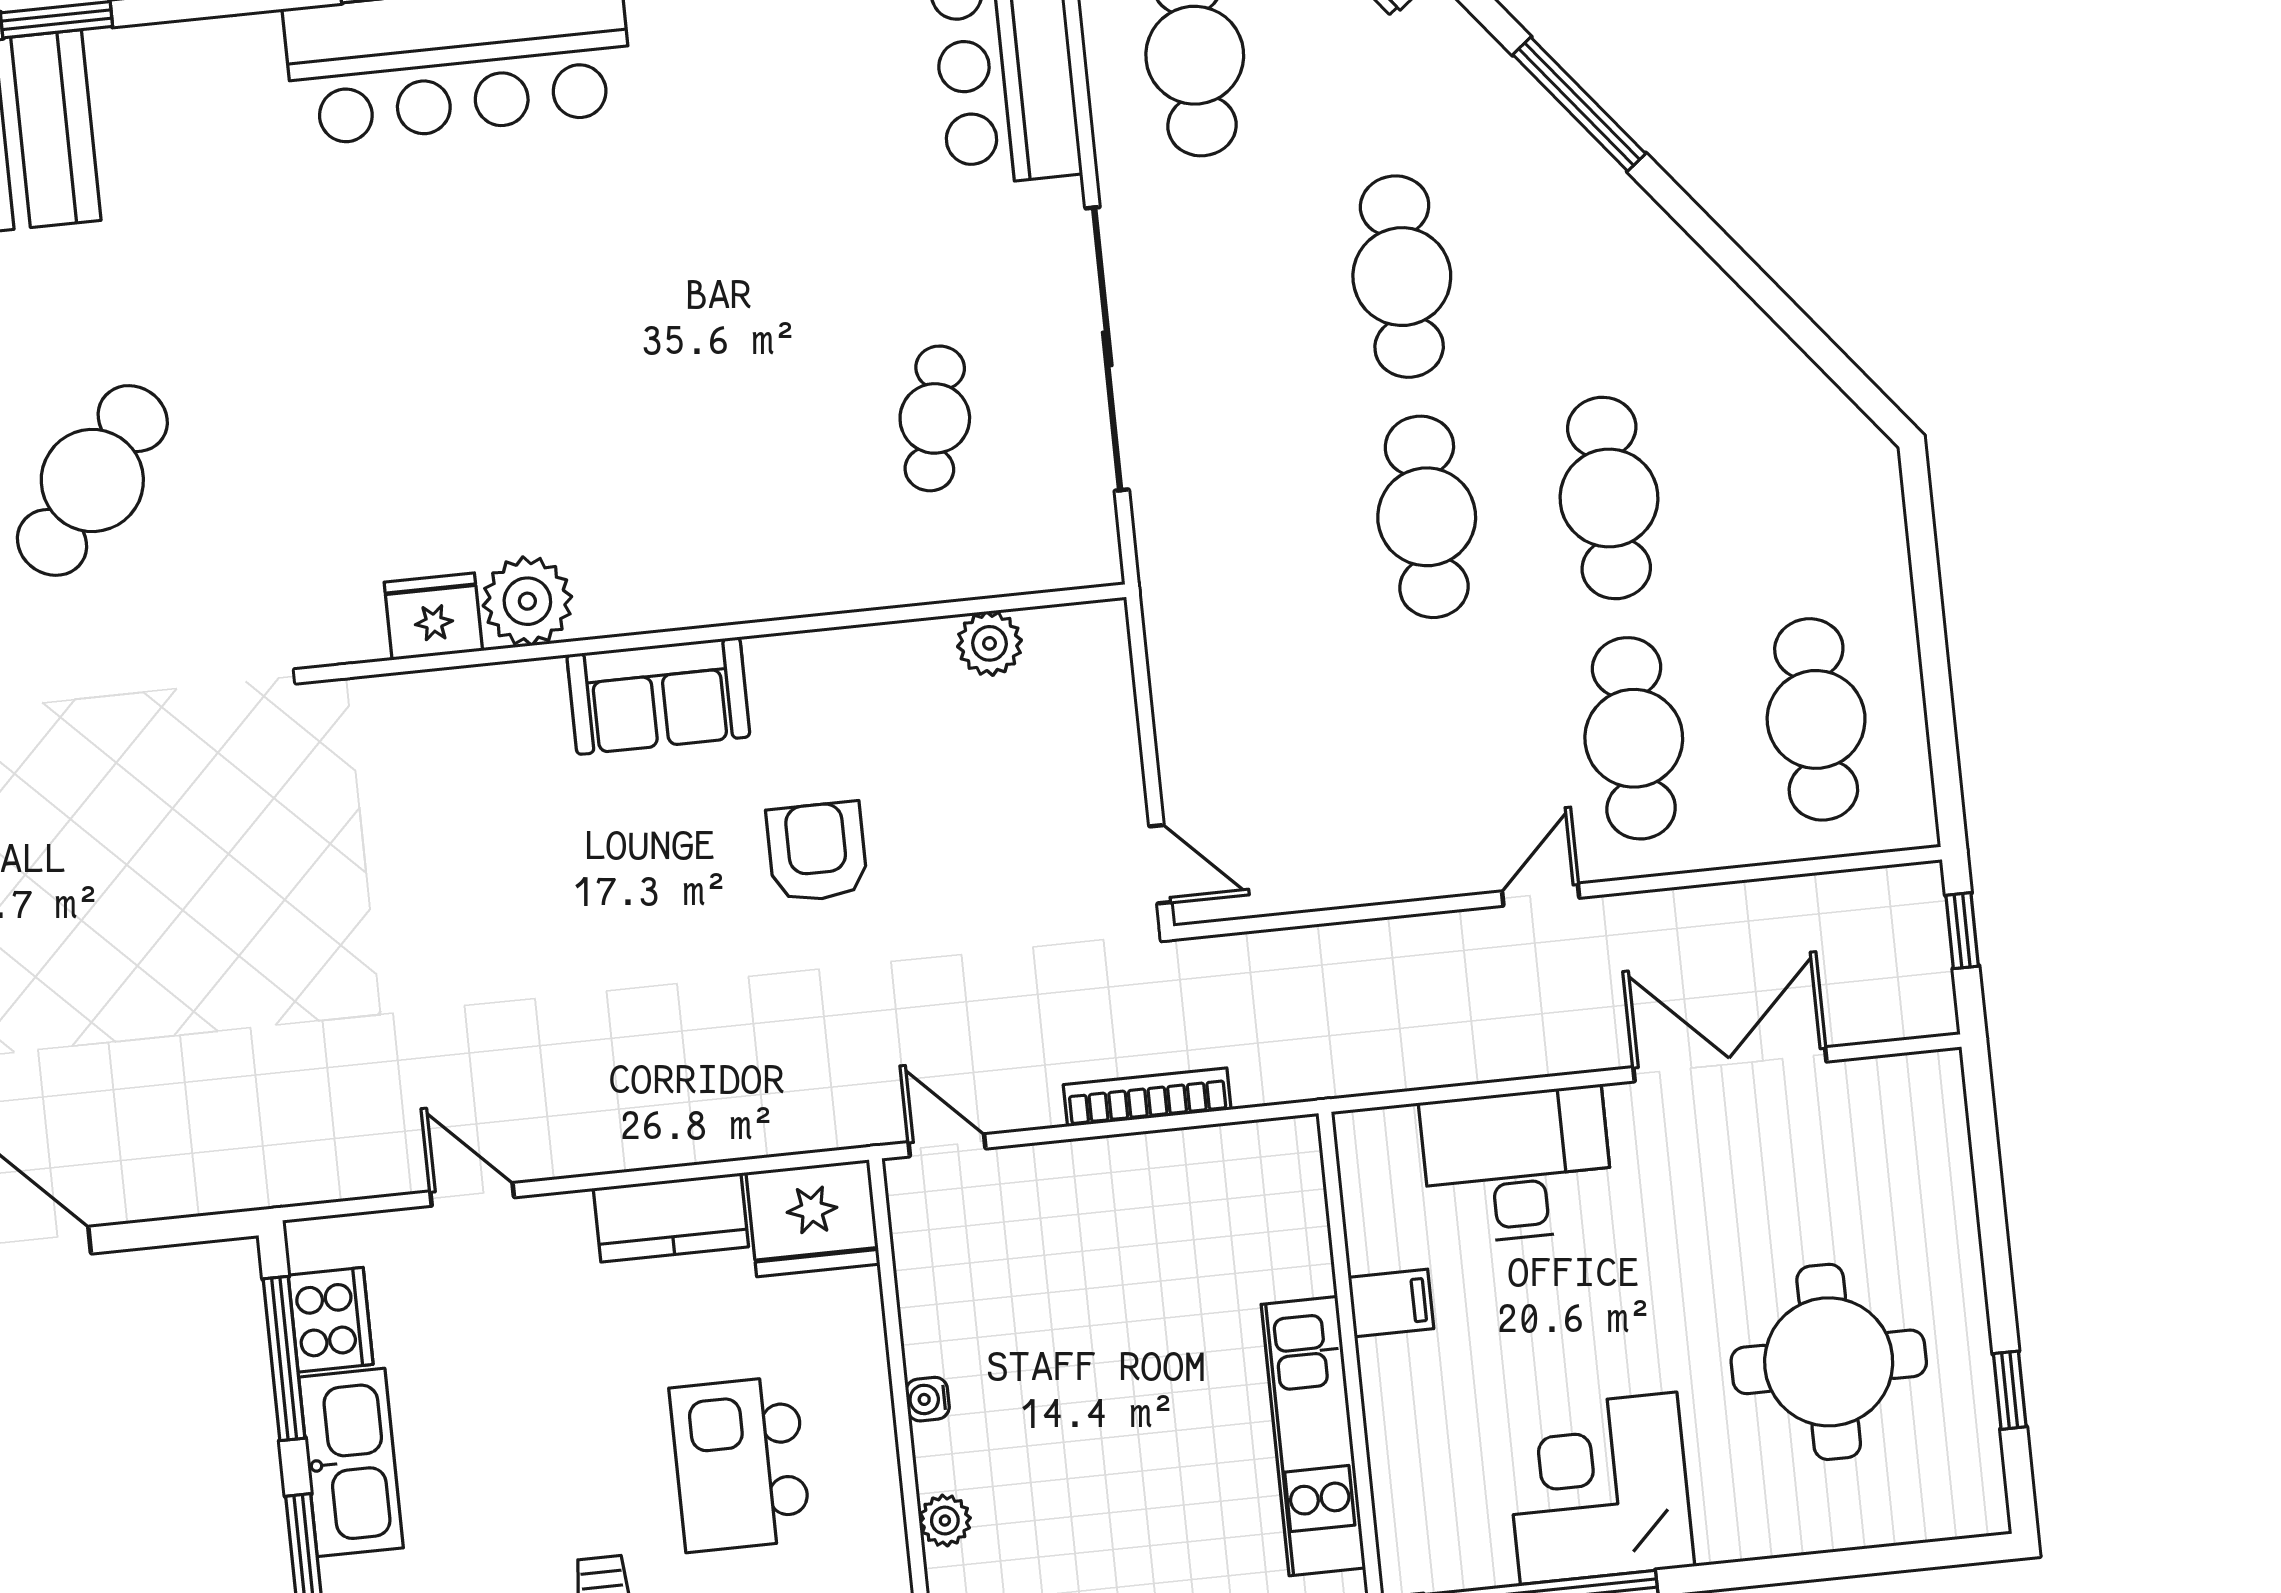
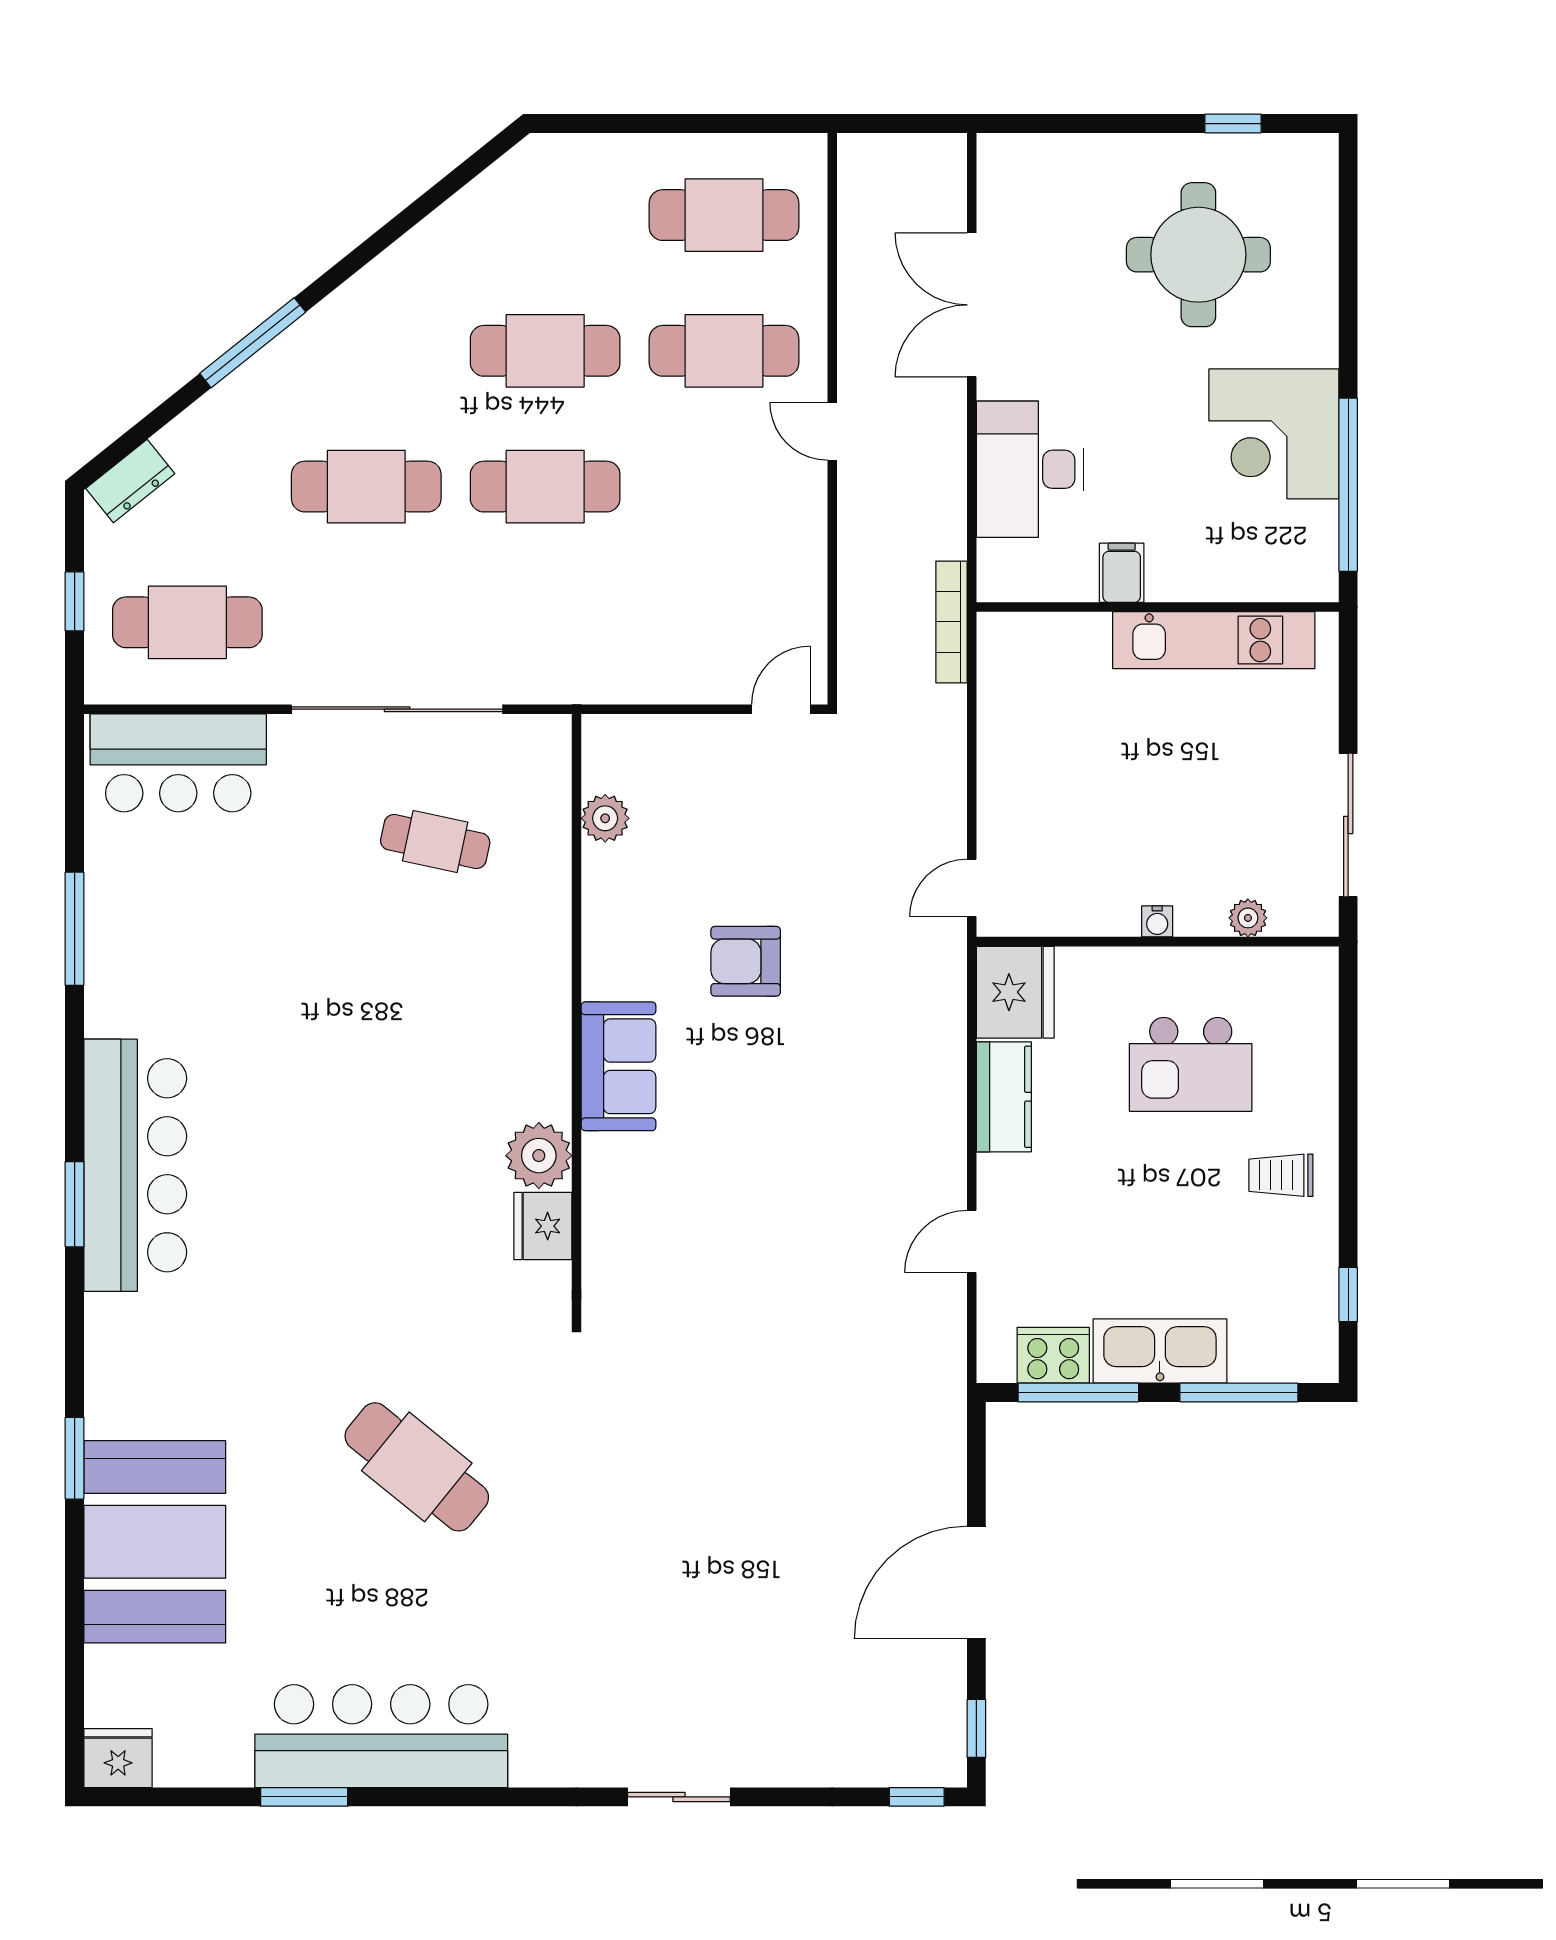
window: (1962, 931) -> (891, 124), removed
bookcase: (1147, 1097) -> (951, 622), moved

